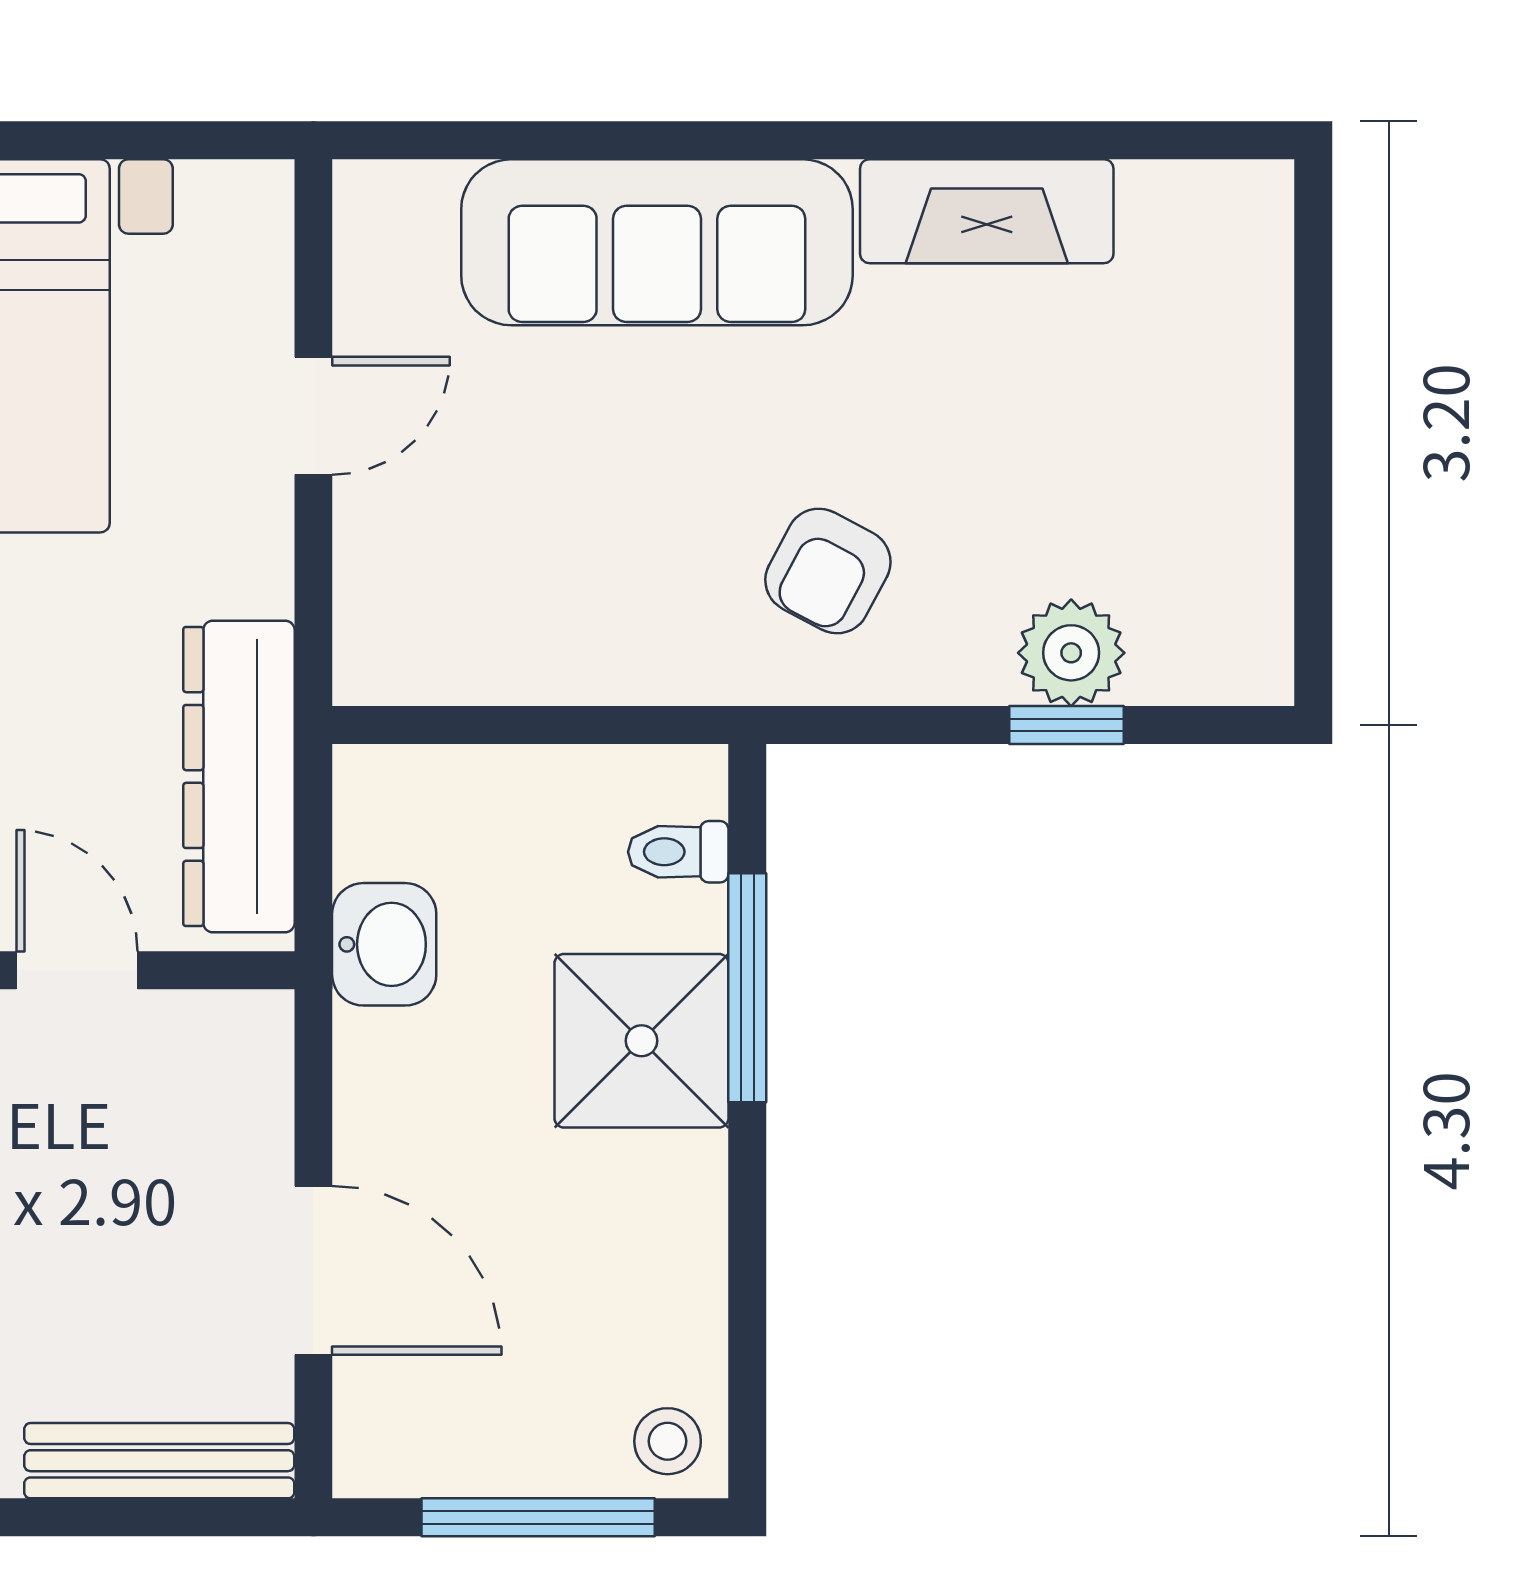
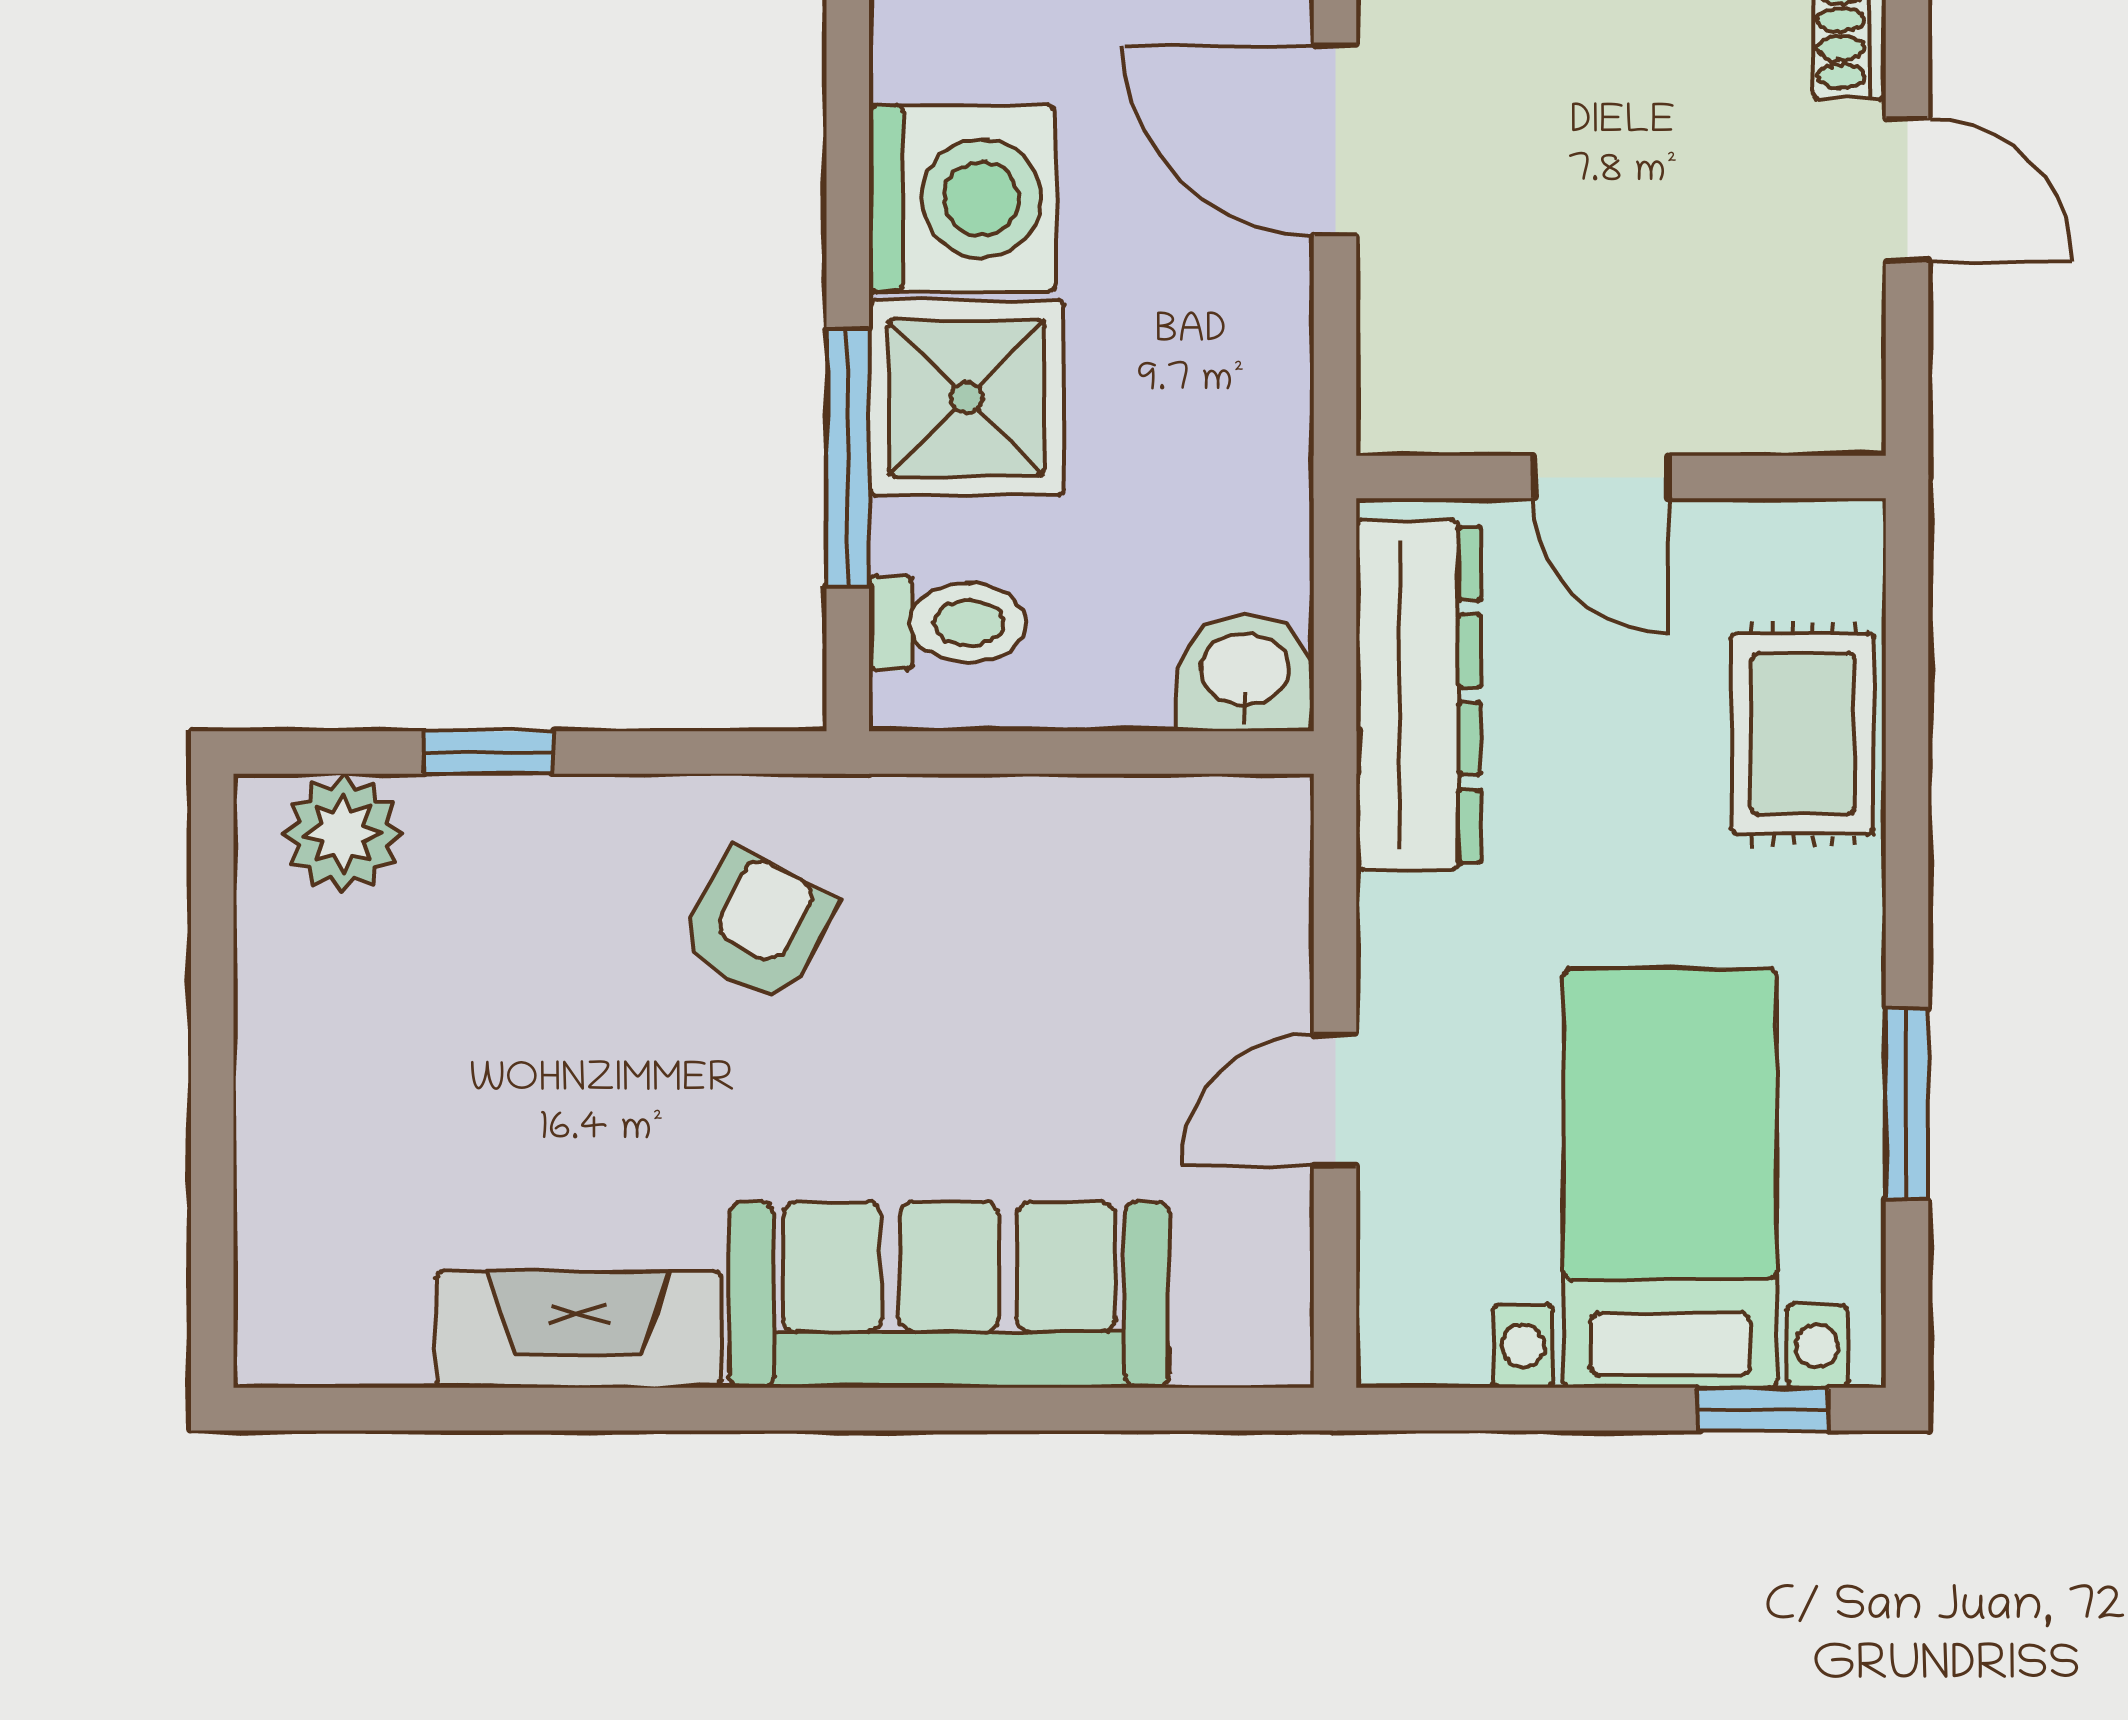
plant: (1071, 653) -> (343, 834), moved
toilet: (678, 852) -> (947, 623), width x1.37, depth x1.39
washbasin: (384, 944) -> (1245, 673), moved, turned 90
washing machine: (645, 1218) -> (962, 198), added

